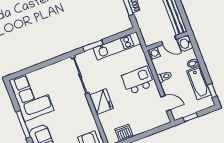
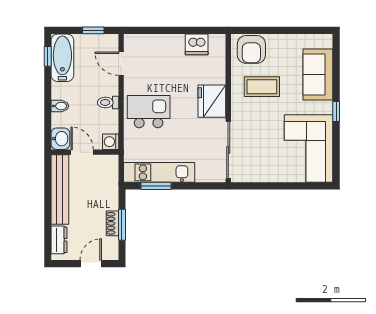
window: (93, 46) -> (156, 186), moved
kitchen island: (138, 81) -> (149, 112), turned 180
bathtub: (199, 83) -> (62, 58), moved
coffee table: (74, 122) -> (262, 87), added
window: (23, 124) -> (336, 111), width x0.46

